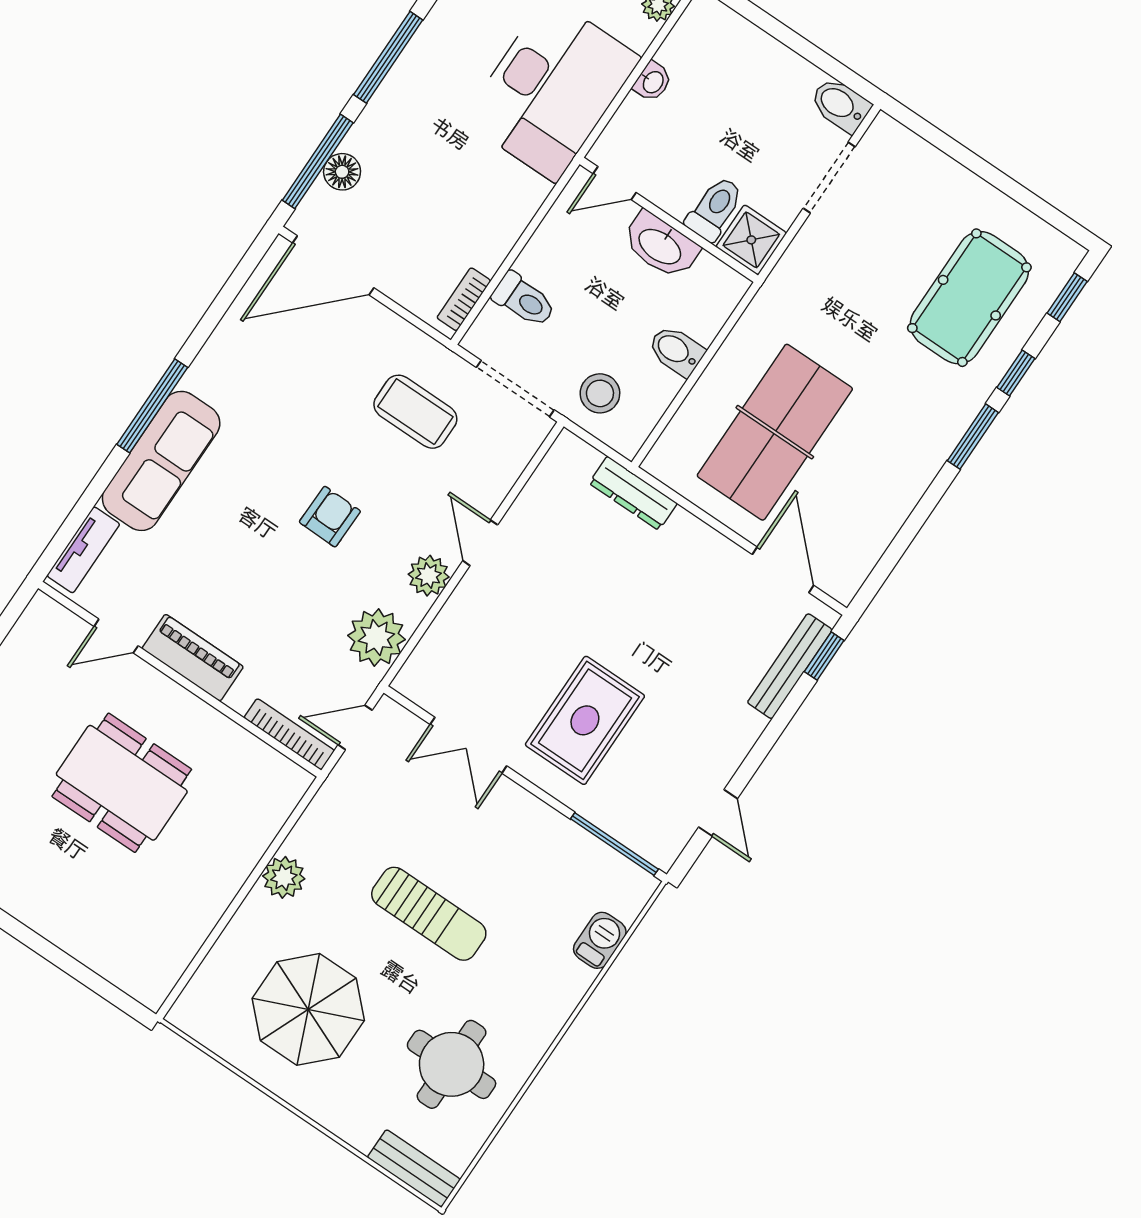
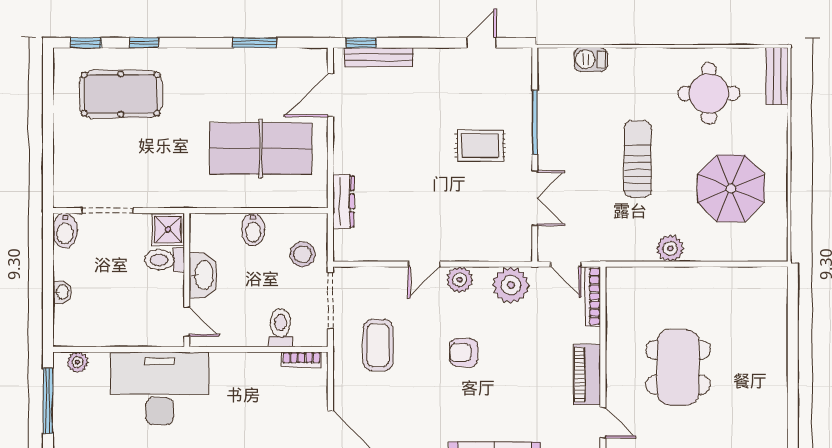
washbasin: (653, 82) -> (62, 292), moved, turned 90
window: (973, 437) -> (255, 43), moved
rug: (585, 720) -> (480, 146), width x0.73, depth x0.70
window: (614, 844) -> (535, 122), moved

